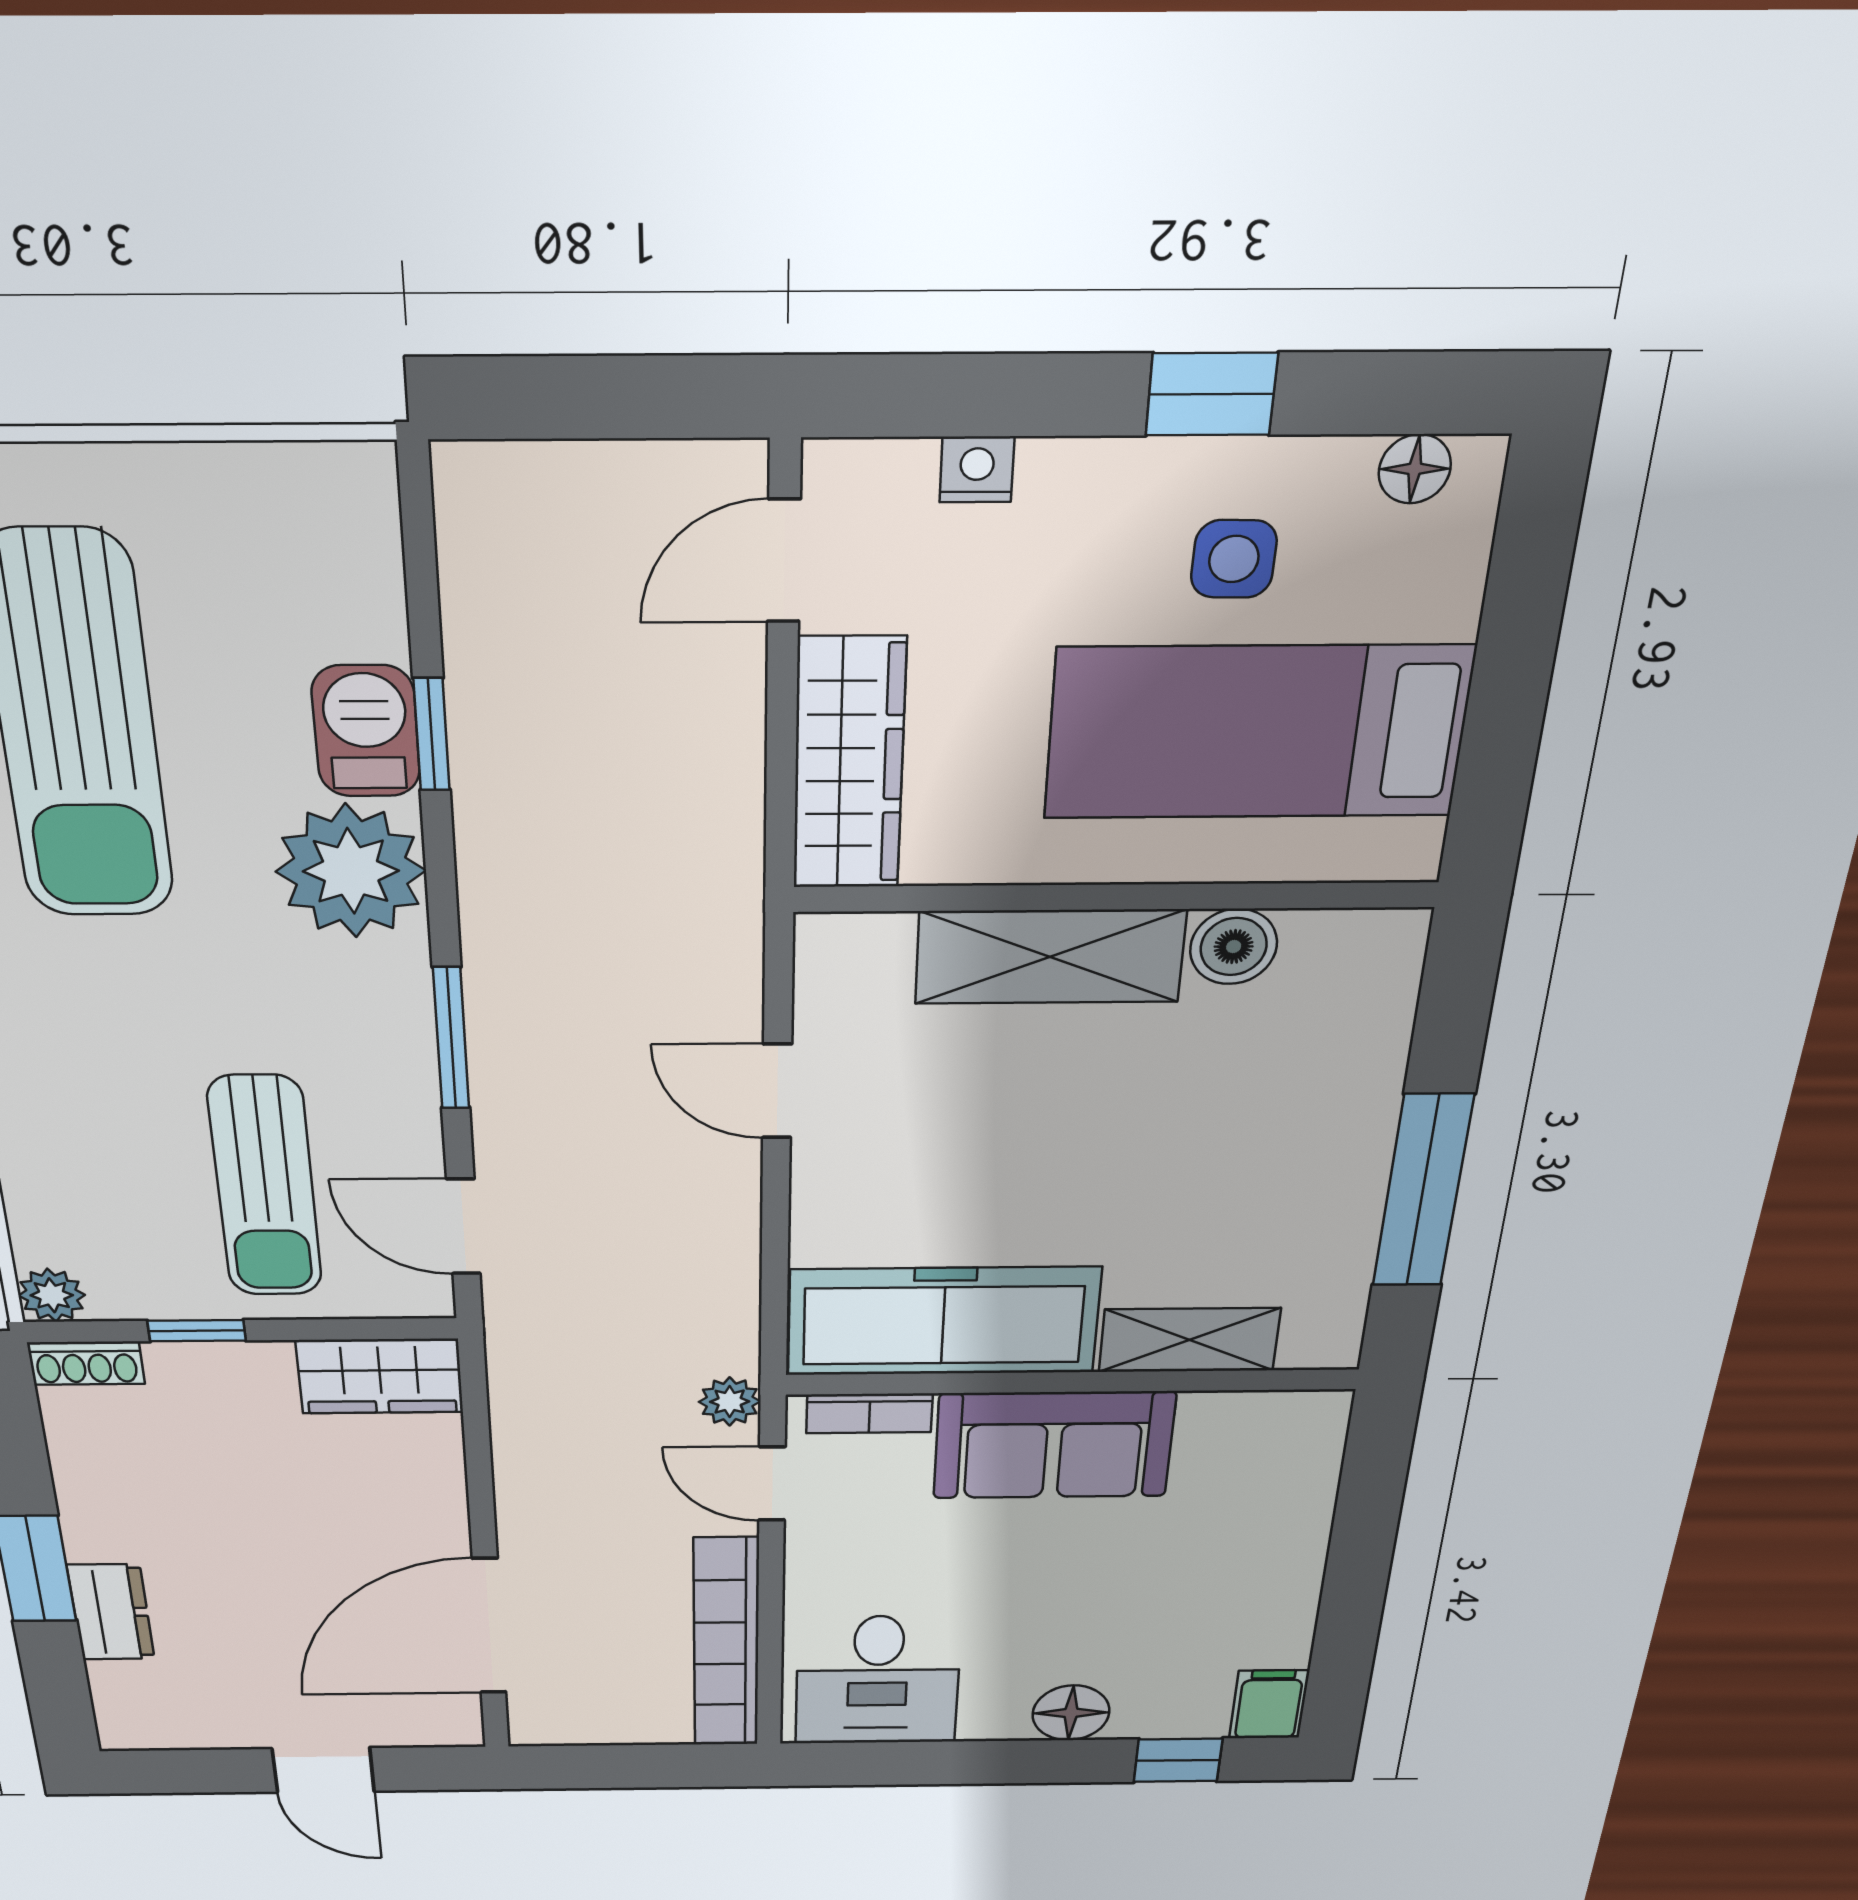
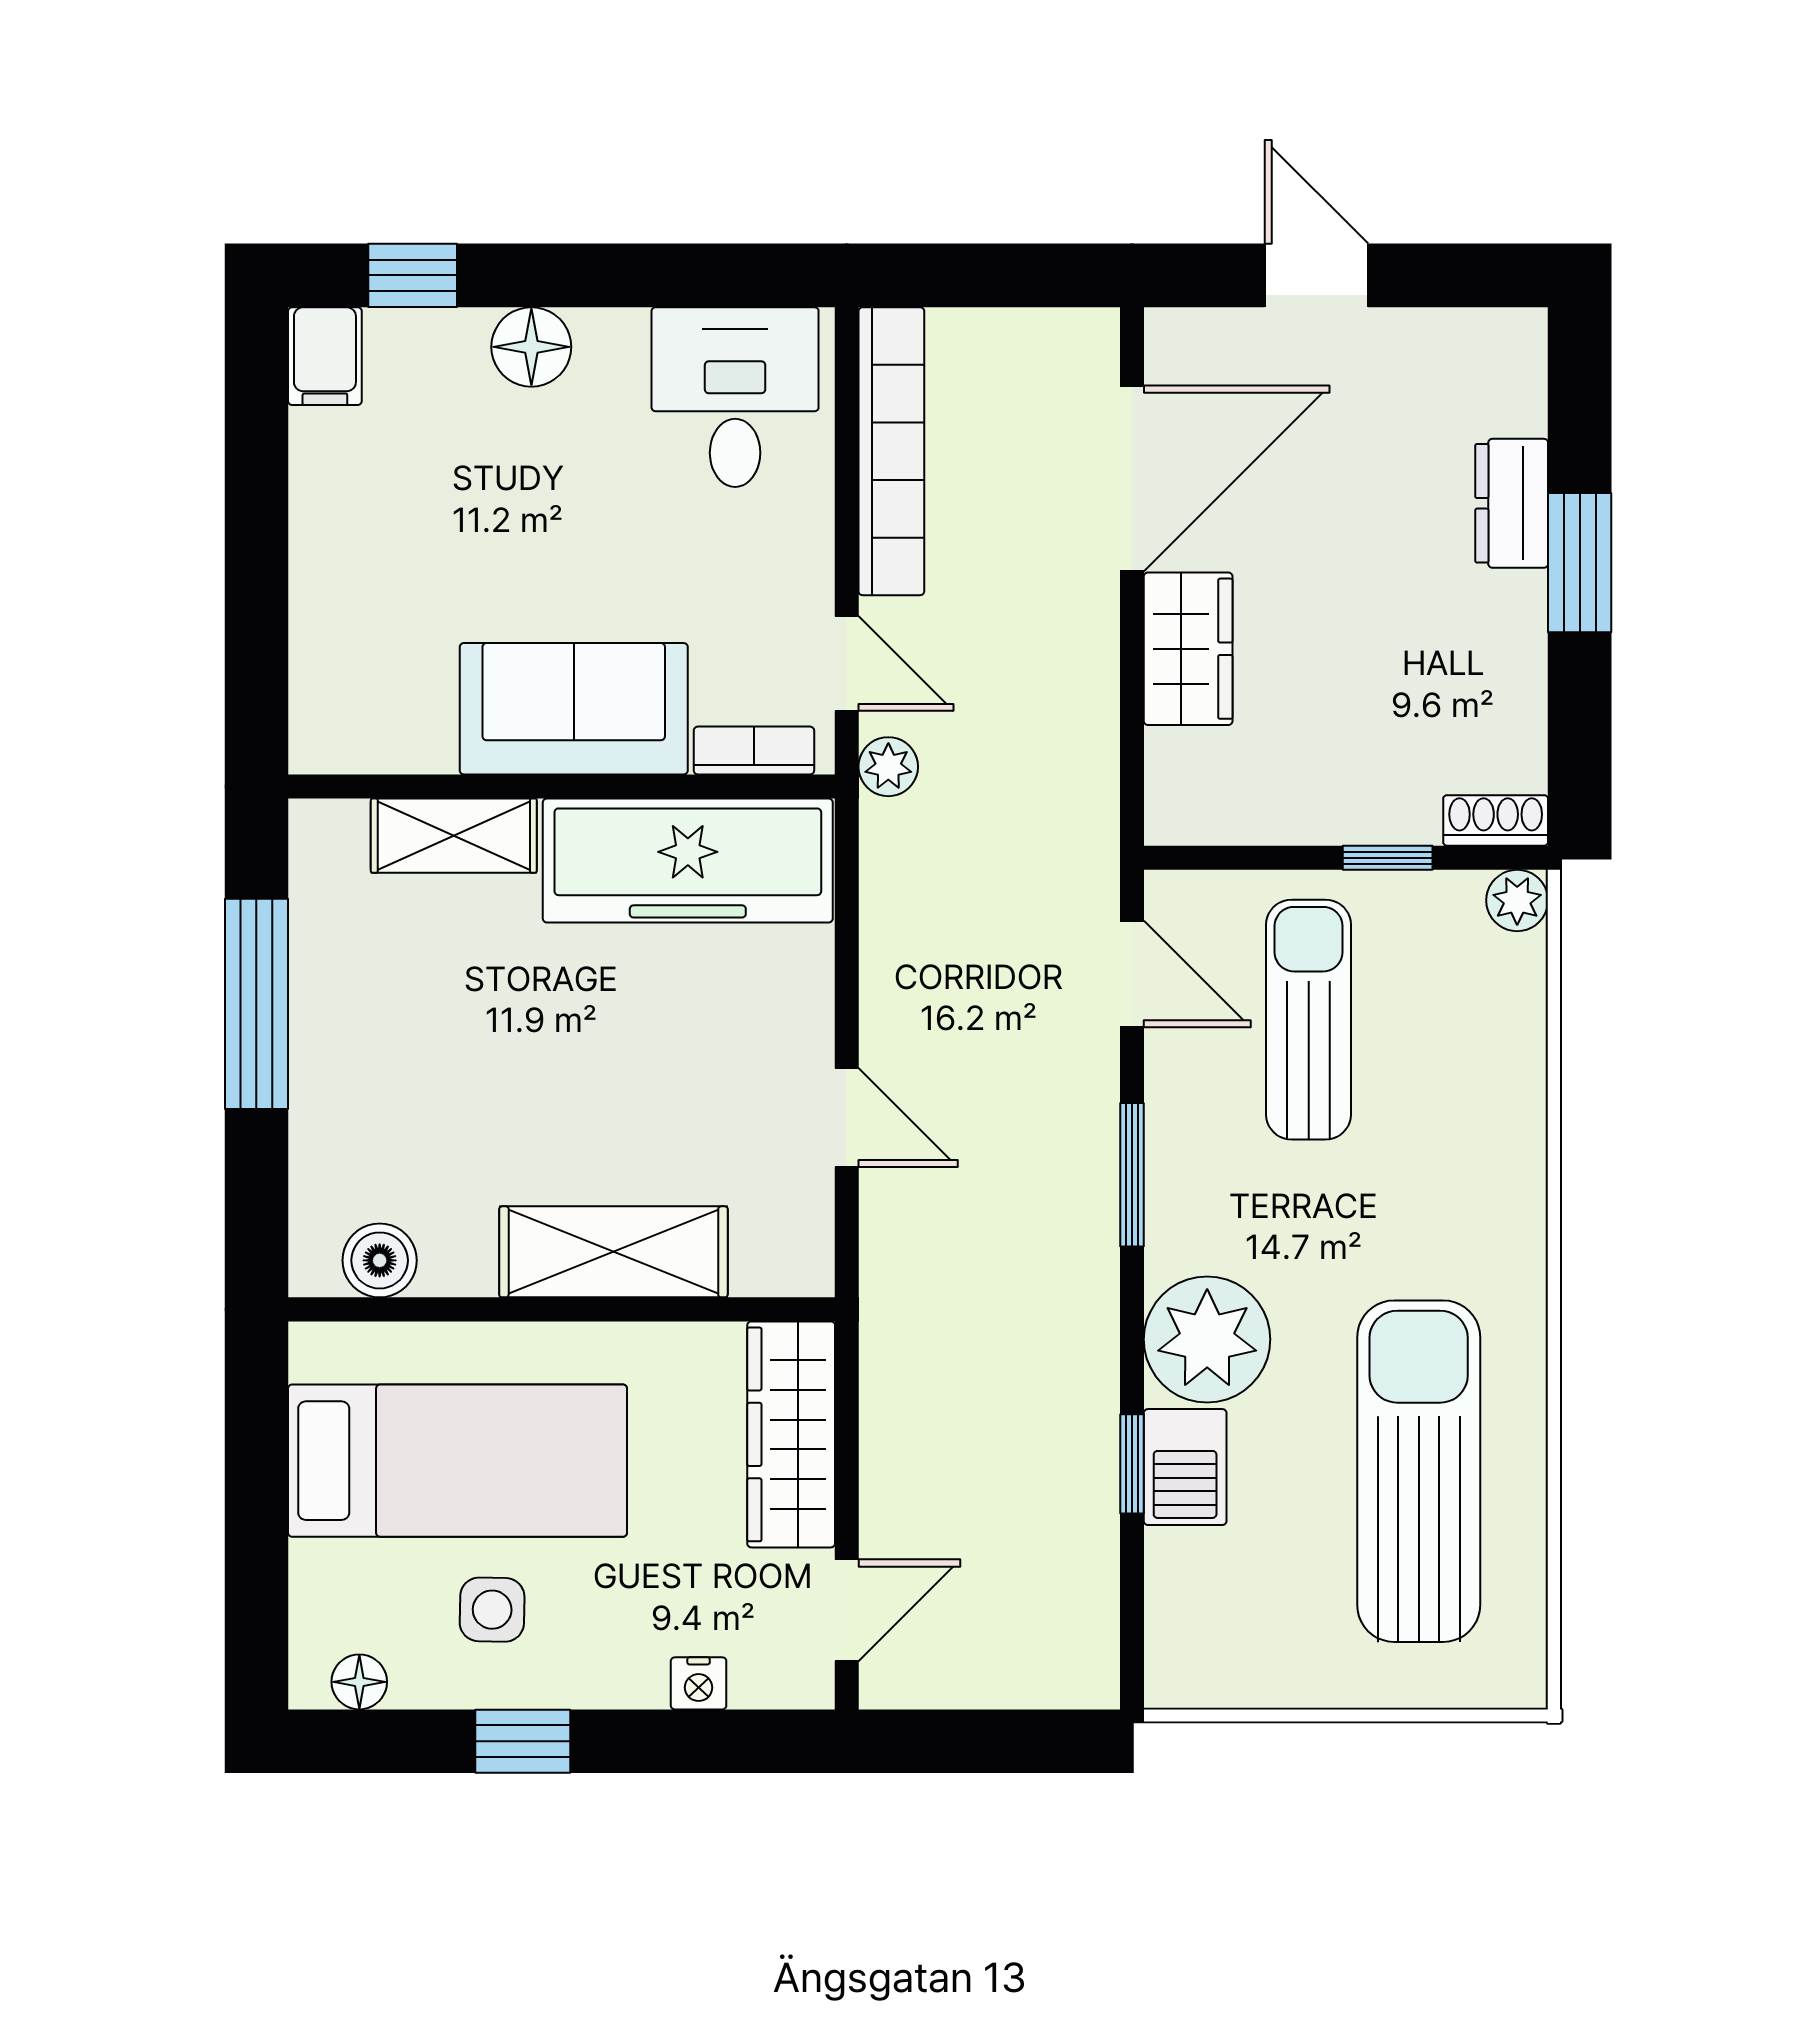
boiler: (1234, 947) -> (380, 1260), moved
wardrobe: (380, 1376) -> (1188, 649), moved, turned 90

